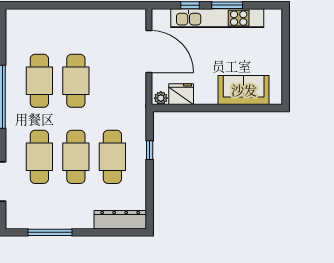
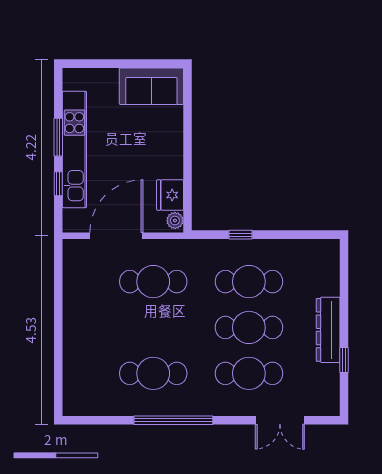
cafe table: (76, 81) -> (153, 282), moved
sofa: (244, 90) -> (151, 86), moved, turned -90
dresser: (120, 220) -> (328, 330), moved
window: (50, 232) -> (344, 360), width x0.46

